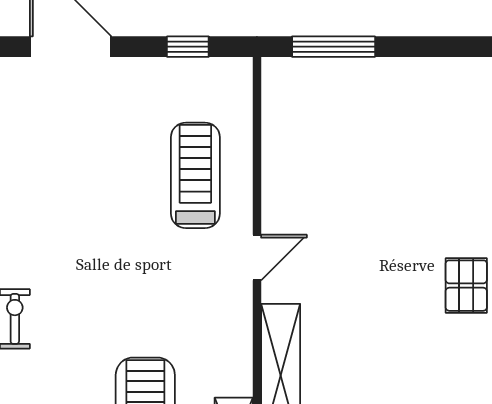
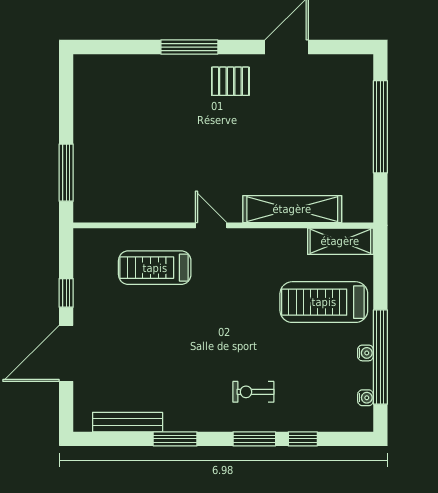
window: (188, 47) -> (66, 293), moved

